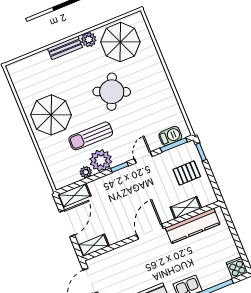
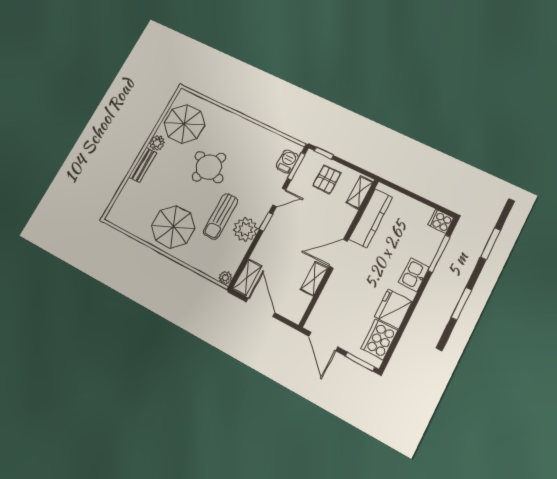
door: (143, 157) -> (279, 197), swing flipped
plant: (86, 172) -> (225, 278), moved
shelving: (186, 208) -> (360, 192), moved
door: (150, 232) -> (338, 254), hinge flipped
shelving: (94, 245) -> (314, 279), moved

